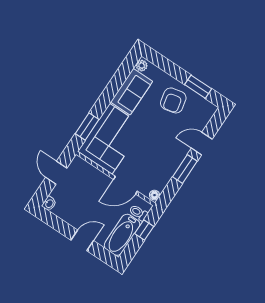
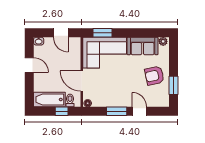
door: (56, 173) -> (61, 33), swing flipped
door: (82, 240) -> (29, 65), moved

